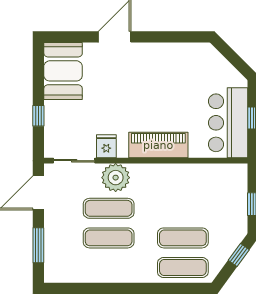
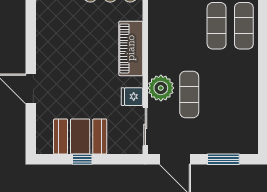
booth: (63, 71) -> (80, 137), moved
window: (38, 116) -> (82, 159), moved
exercise mat: (109, 238) -> (217, 94), removed

